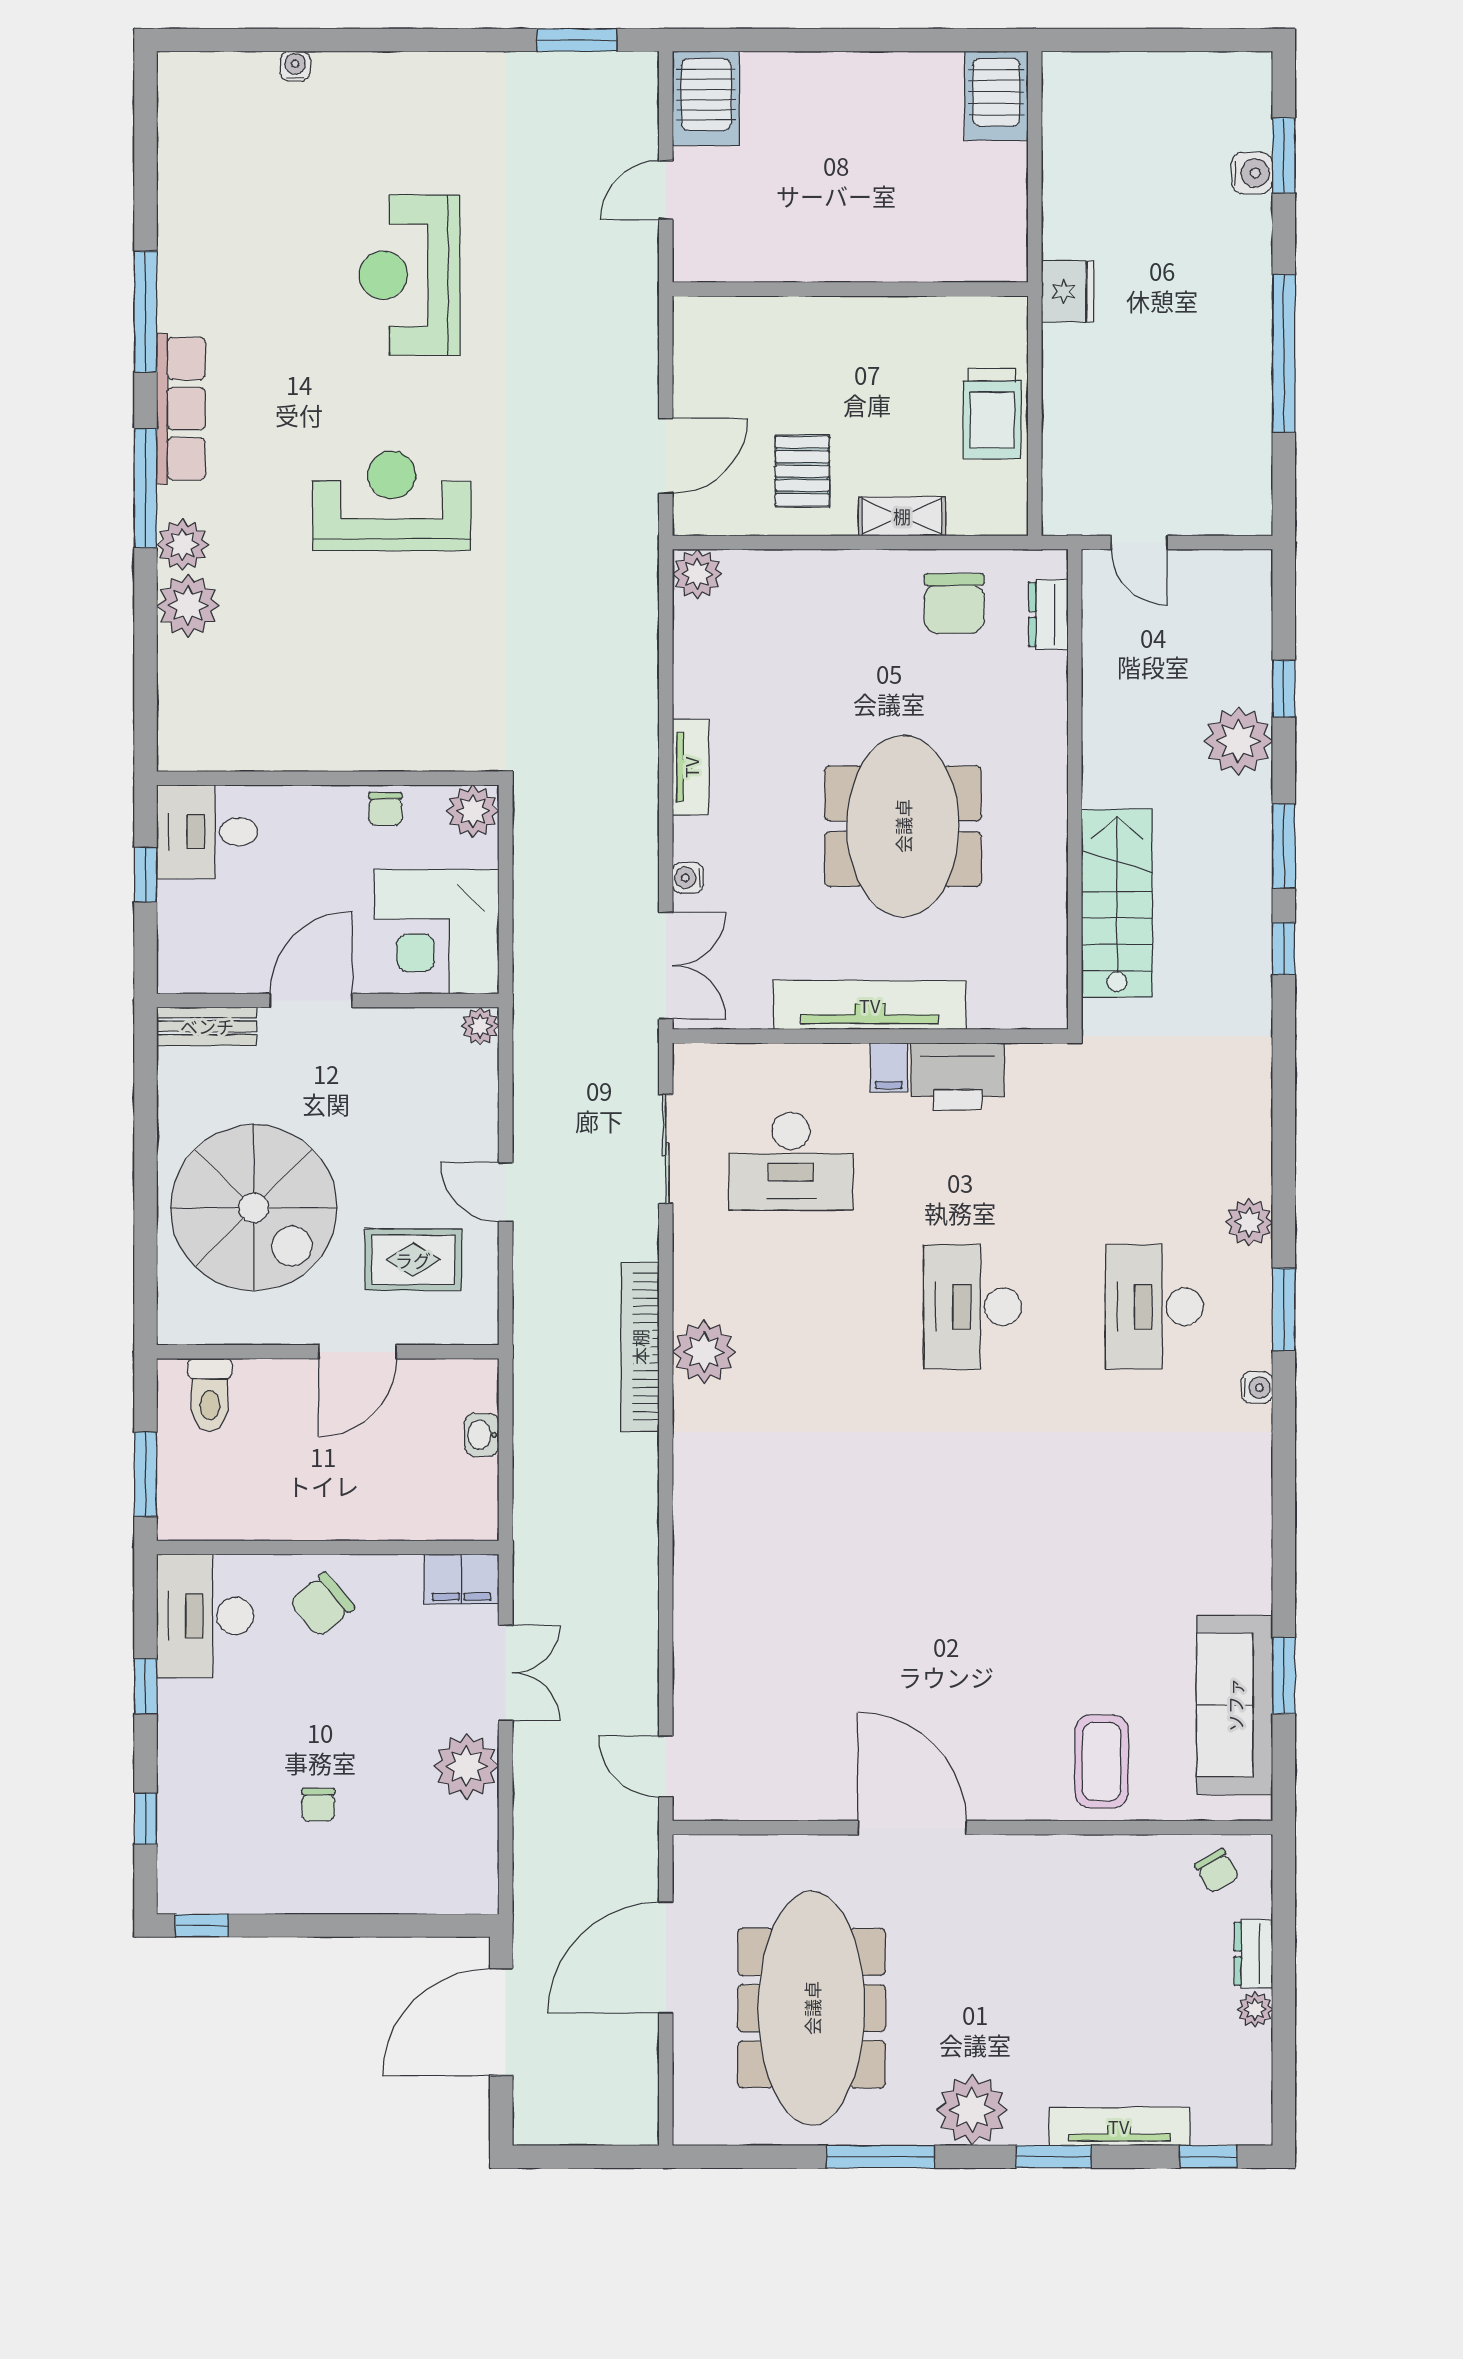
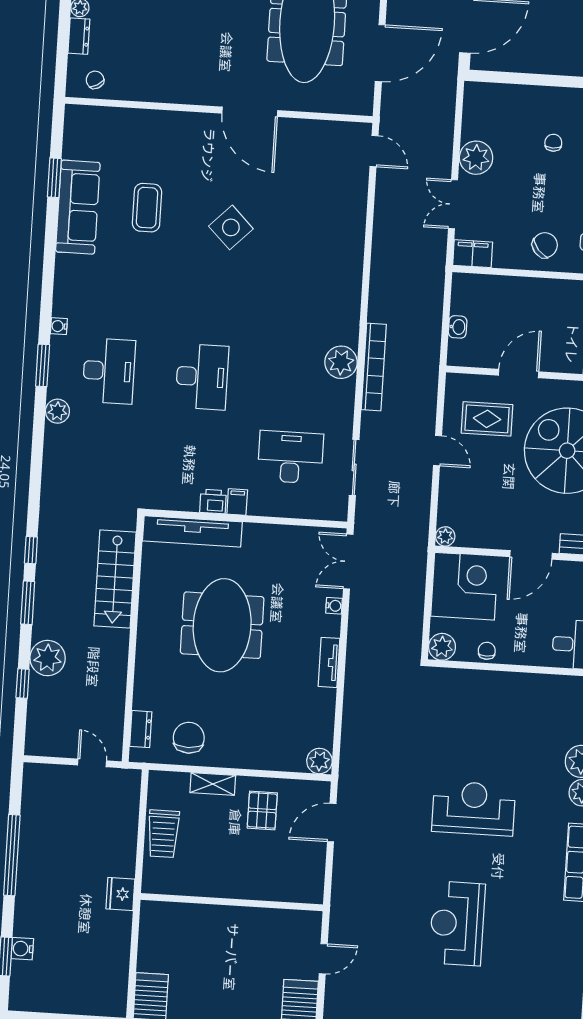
reception desk: (410, 275) -> (457, 923), turned 180
trolley: (992, 414) -> (163, 834), turned 180
reception desk: (392, 501) -> (474, 808), turned 180
tv unit: (870, 1005) -> (192, 531), moved
printer: (958, 1076) -> (213, 502), width x0.53, depth x0.68
side table: (935, 1601) -> (231, 227), added
sofa: (1235, 1705) -> (78, 207), moved
coffee table: (1102, 1761) -> (147, 208), moved

